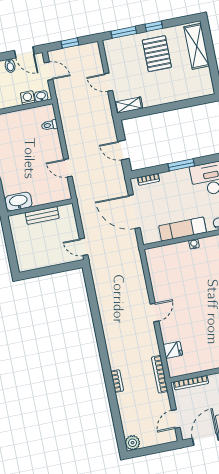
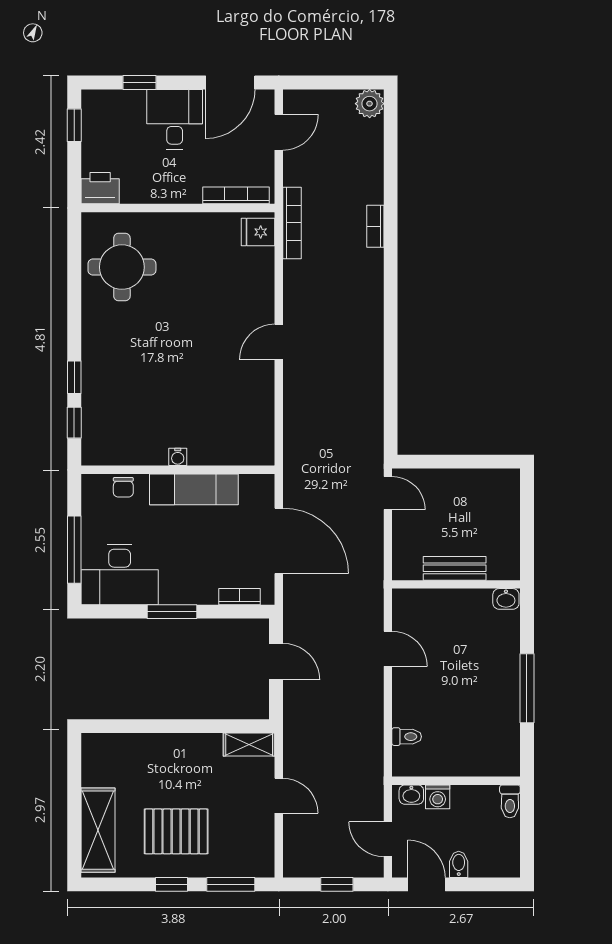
pallet: (157, 54) -> (176, 831), turned 90
washbasin: (19, 202) -> (506, 599), width x0.52, depth x0.69
fridge: (173, 350) -> (258, 232), moved

